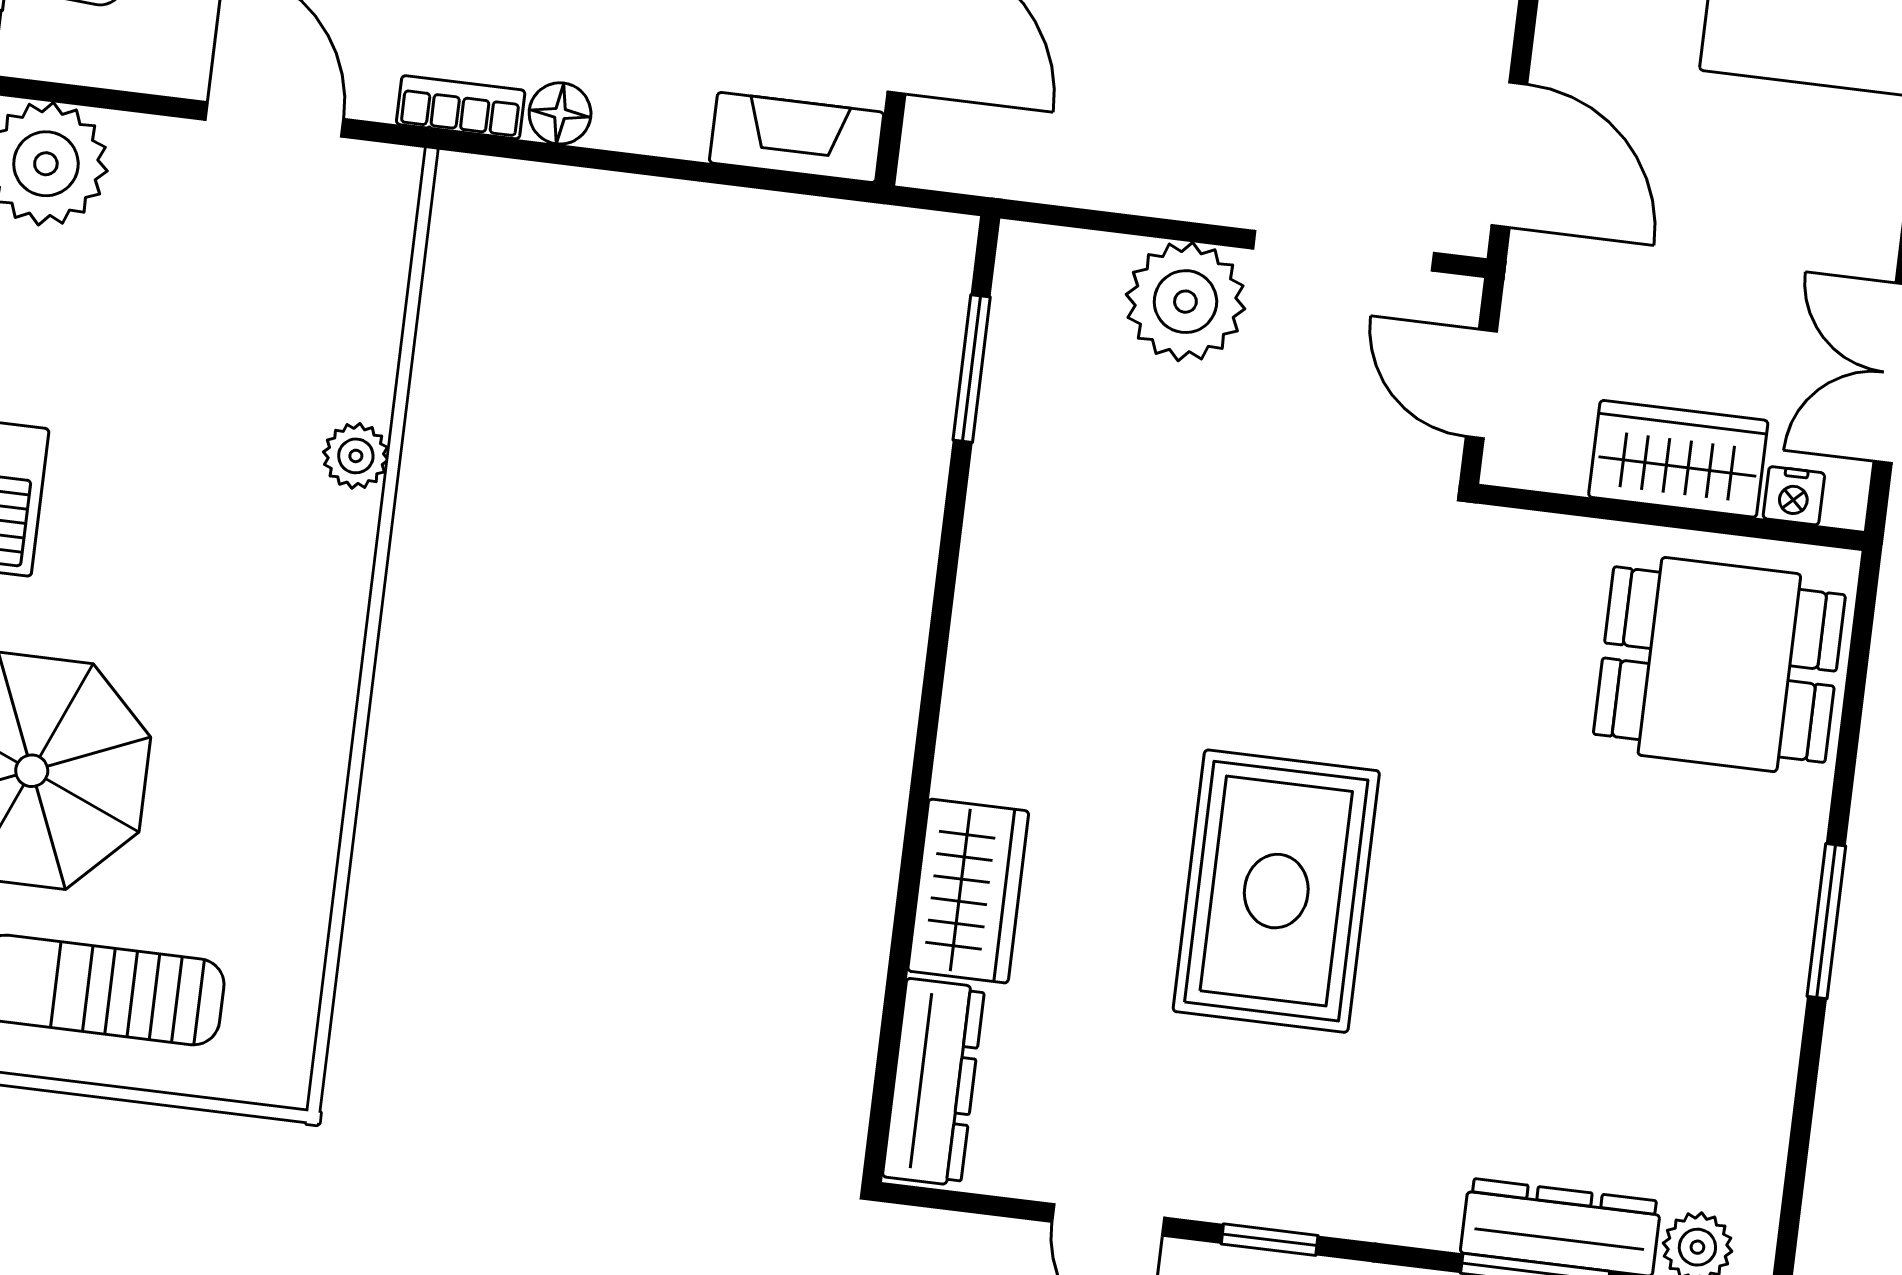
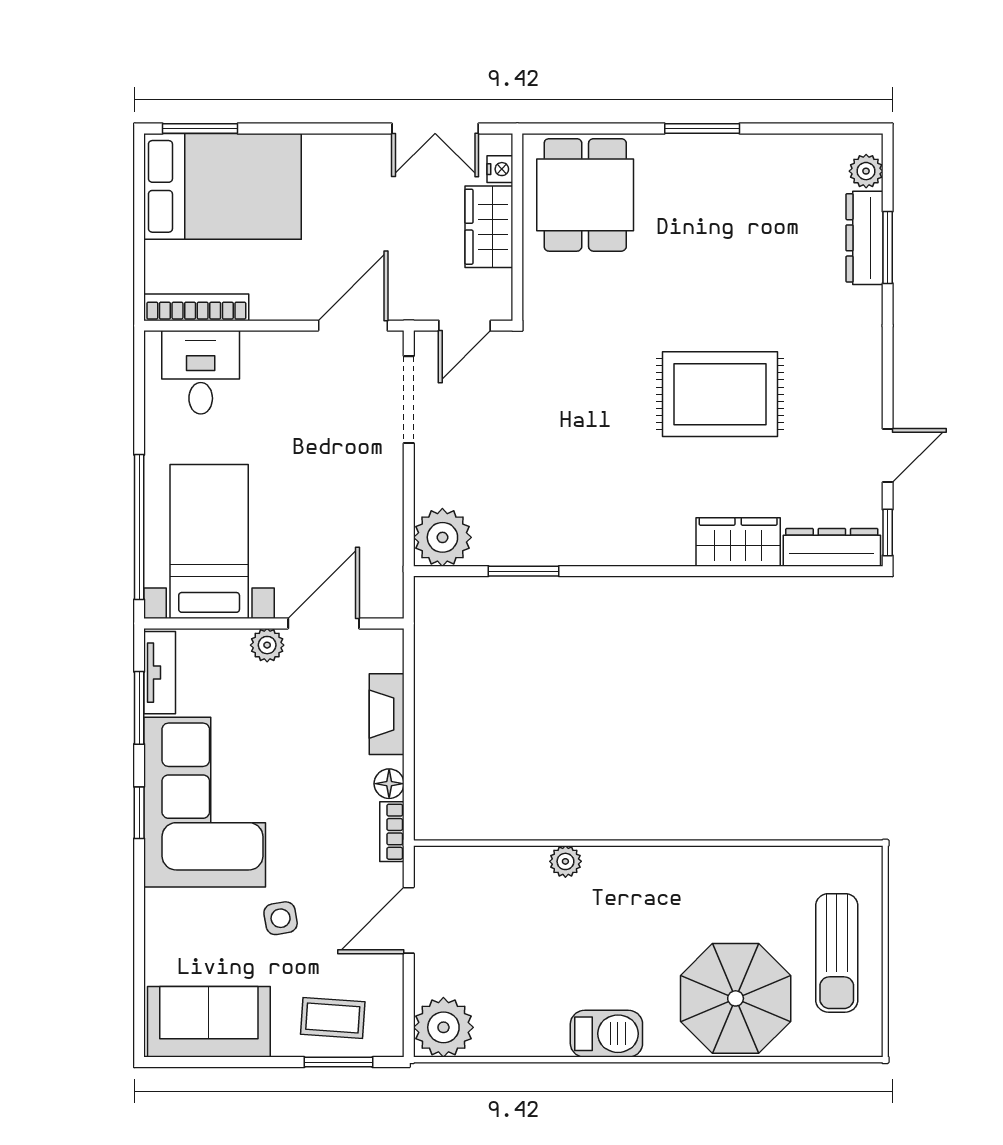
fireplace: (797, 137) -> (387, 714), moved
plant: (1185, 302) -> (442, 537), moved
window: (972, 369) -> (524, 571), moved
window: (1270, 1240) -> (888, 532), moved

